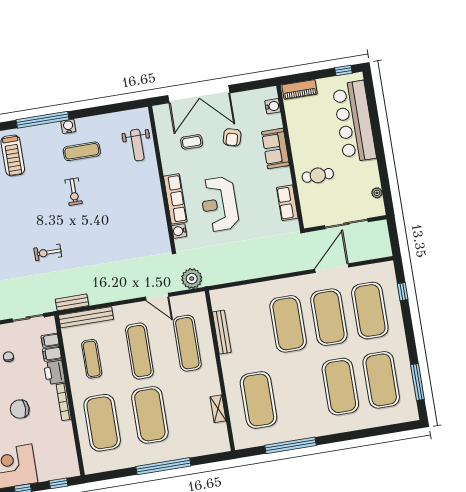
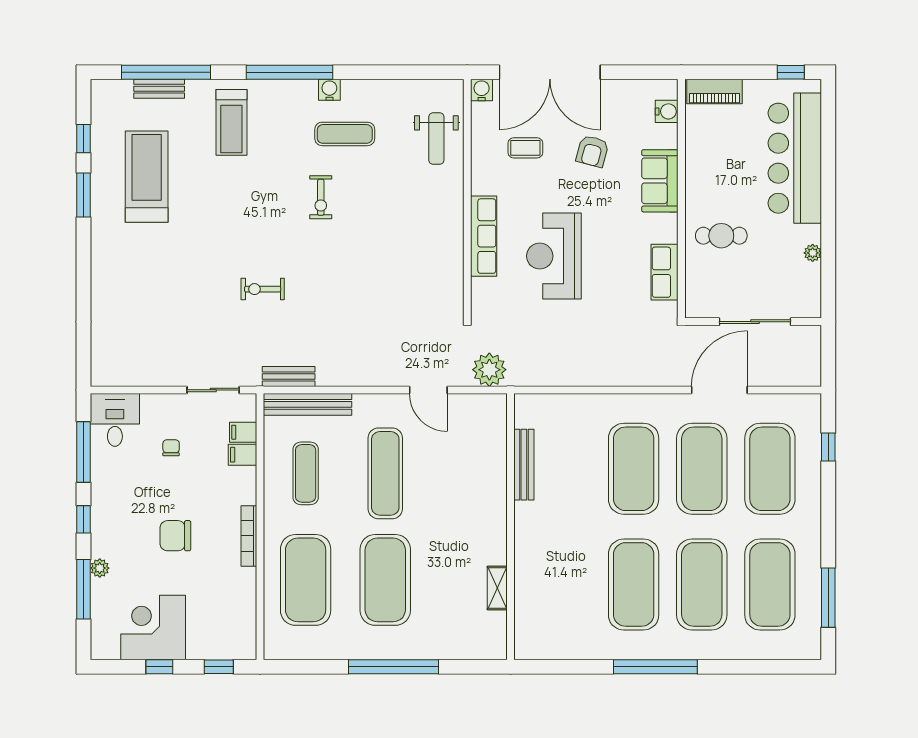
plant: (377, 193) -> (813, 253), moved
water cooler: (179, 231) -> (482, 90), moved, turned 90
exercise mat: (187, 343) -> (465, 473), removed
printer: (54, 372) -> (241, 485), removed
exercise mat: (259, 400) -> (634, 584), moved
window: (290, 445) -> (655, 667), moved

